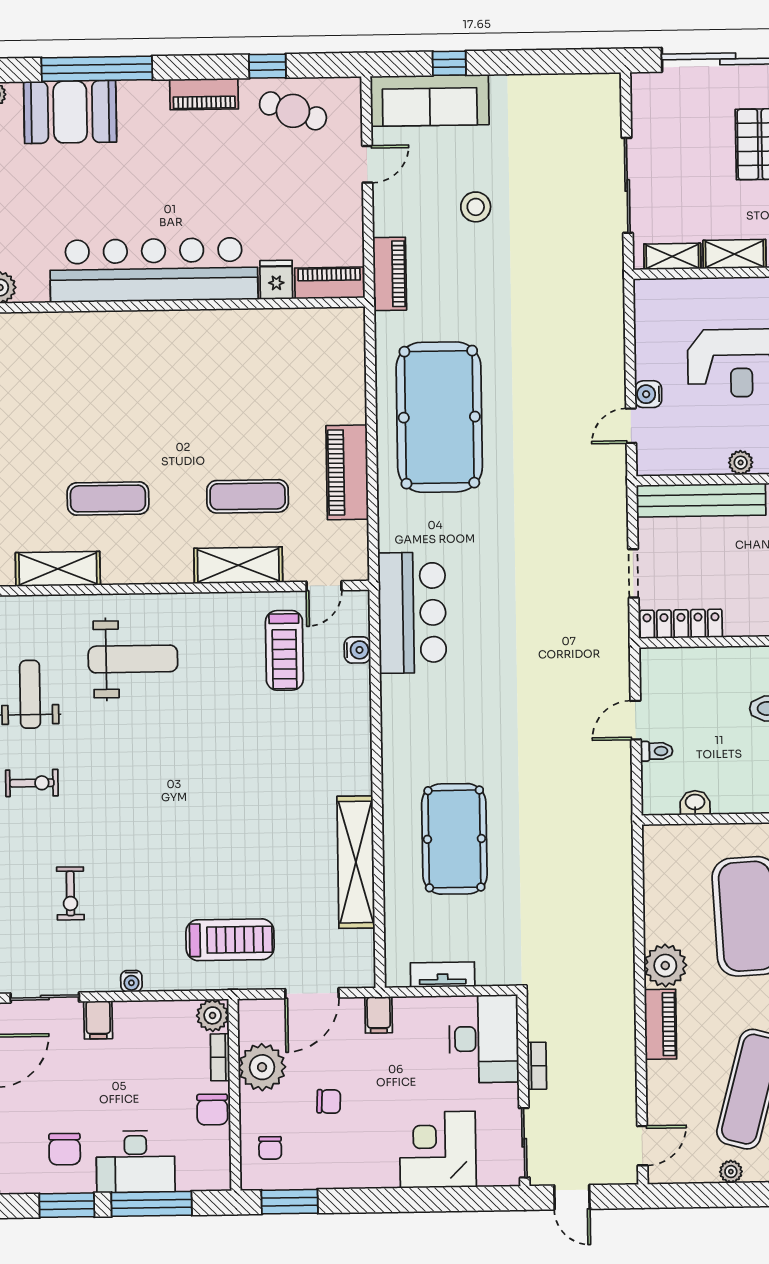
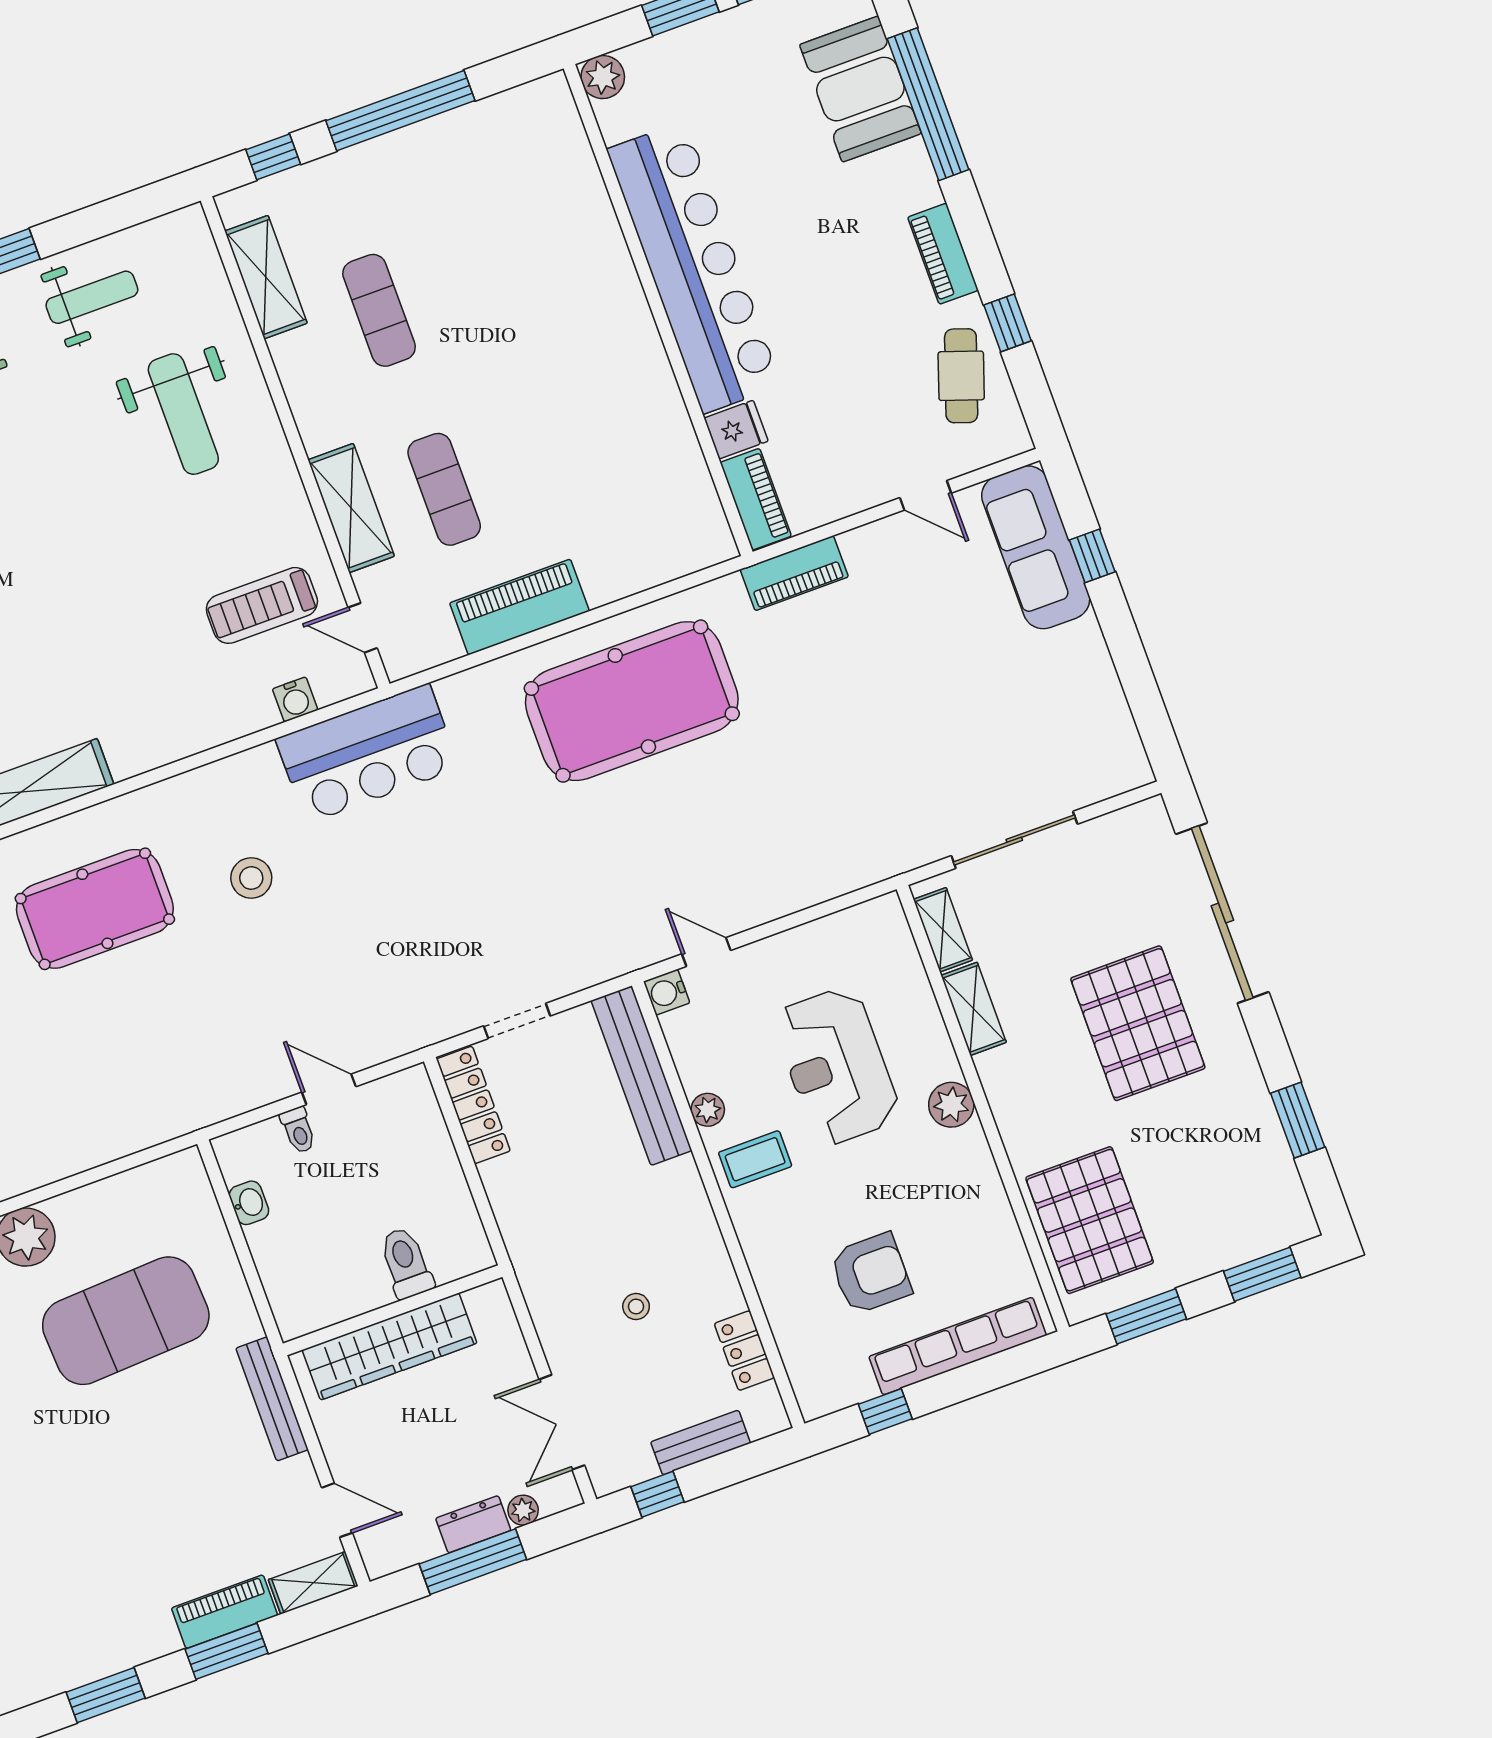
stool: (476, 207) -> (251, 878), moved
water cooler: (648, 394) -> (667, 992), moved, turned -90

